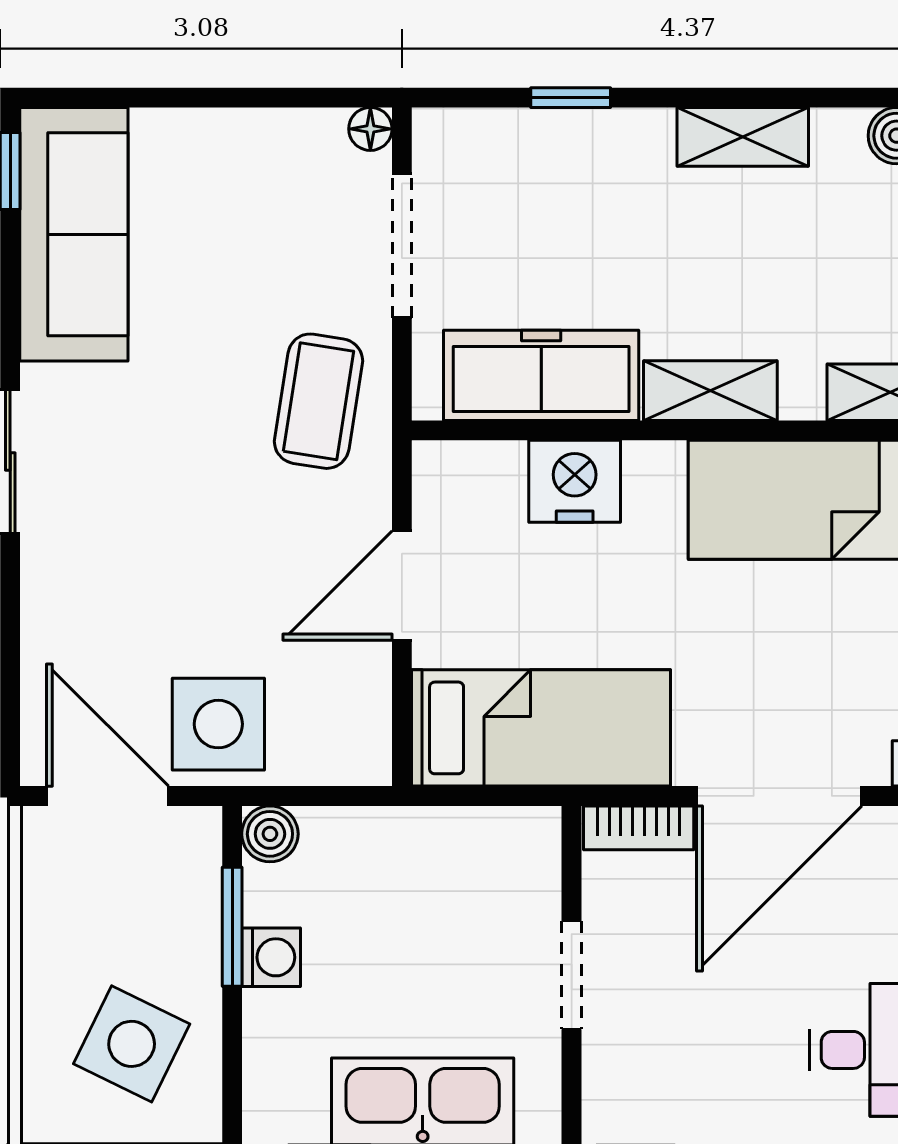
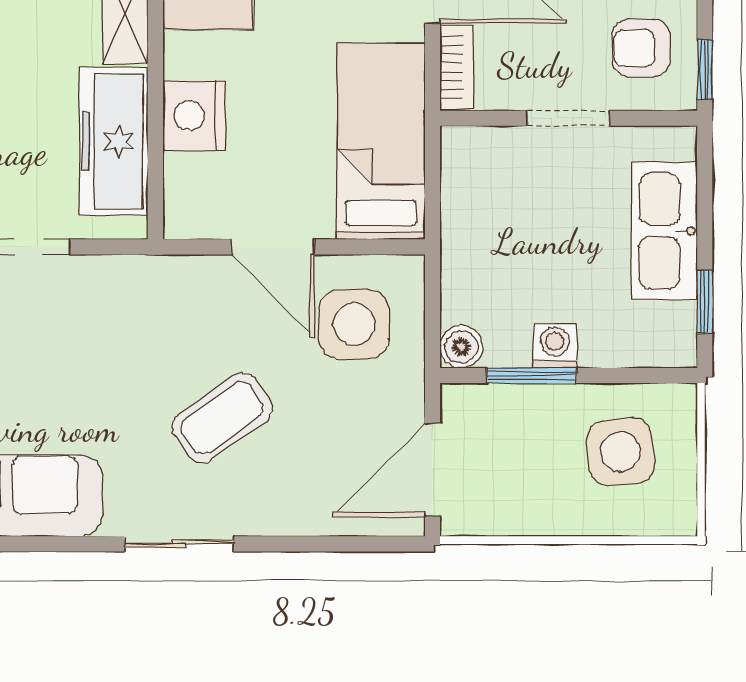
coffee table: (318, 401) -> (222, 418), moved, turned -44
side table: (218, 724) -> (354, 324), moved
side table: (132, 1044) -> (621, 452), turned -32
armchair: (665, 1071) -> (641, 48), added

